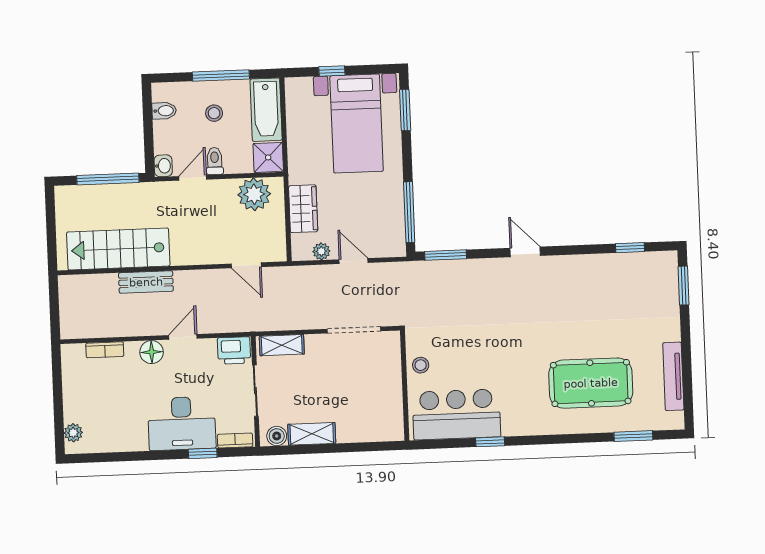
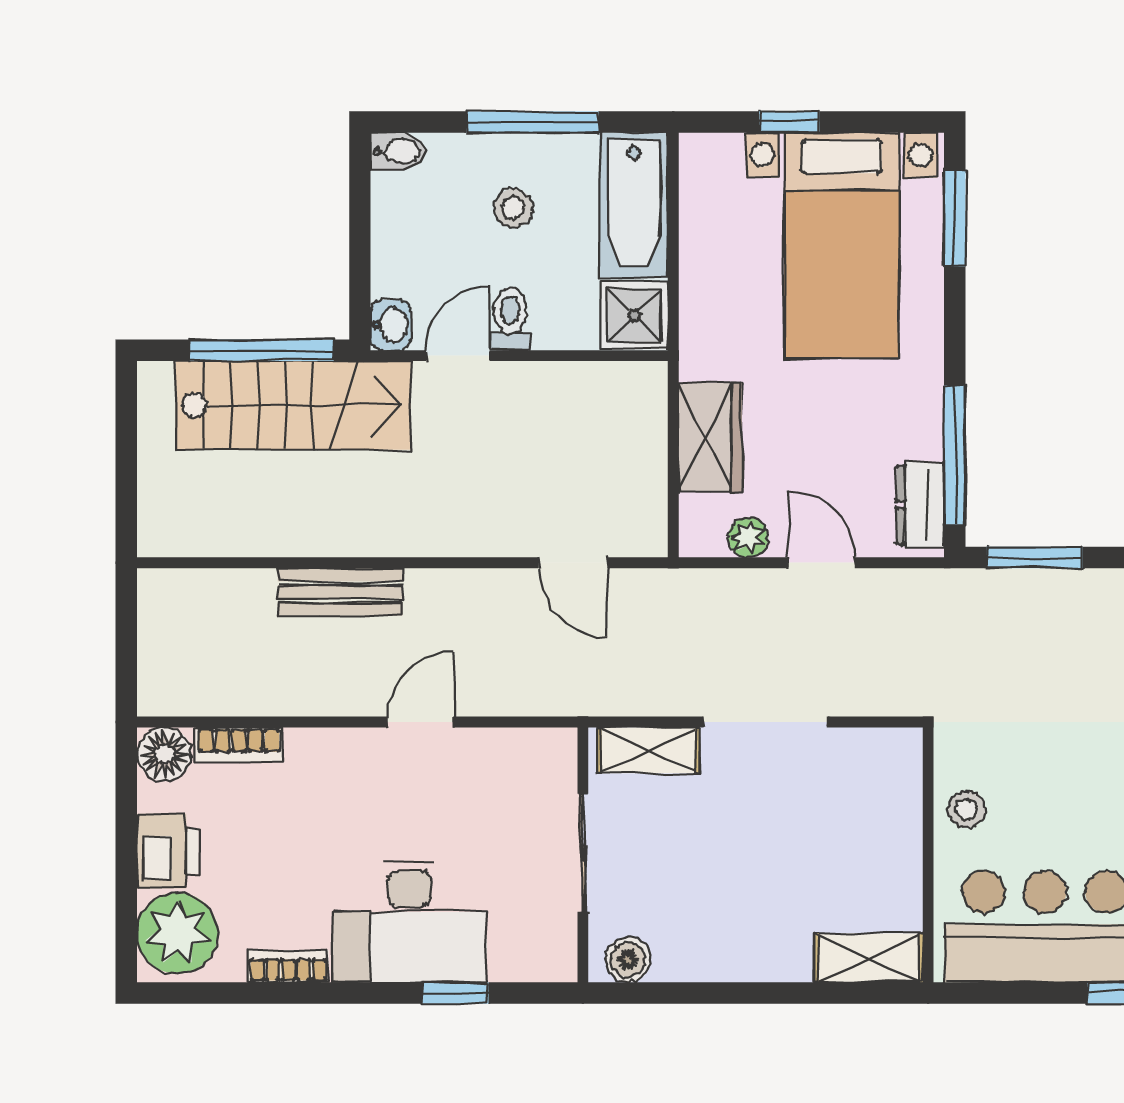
bidet: (164, 111) -> (398, 151), moved
plant: (254, 194) -> (598, 399), removed
dresser: (395, 234) -> (920, 505), added
stairs: (118, 249) -> (293, 405), moved, turned 180
doorway: (354, 330) -> (765, 722), moved
printer: (234, 350) -> (168, 851), moved, turned -90
floor lamp: (152, 352) -> (165, 754), moved
plant: (73, 433) -> (177, 933), width x1.87, depth x1.87
shelving: (312, 434) -> (869, 958), moved
bookcase: (235, 440) -> (288, 966), moved

